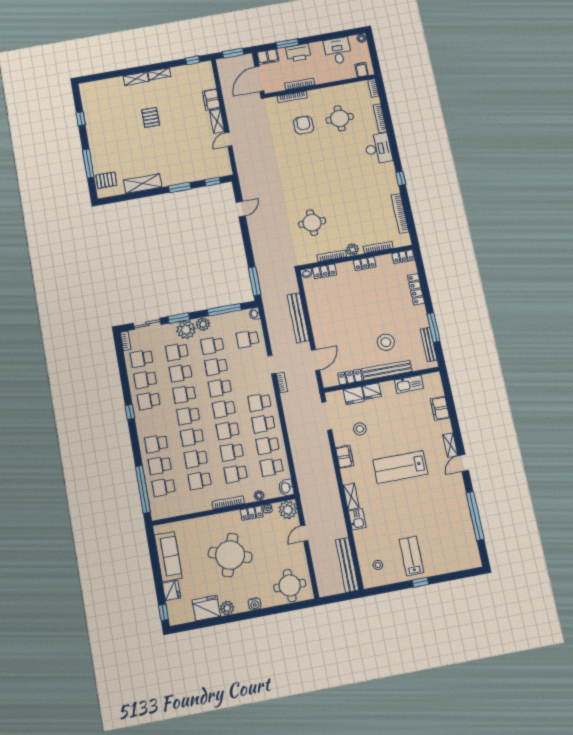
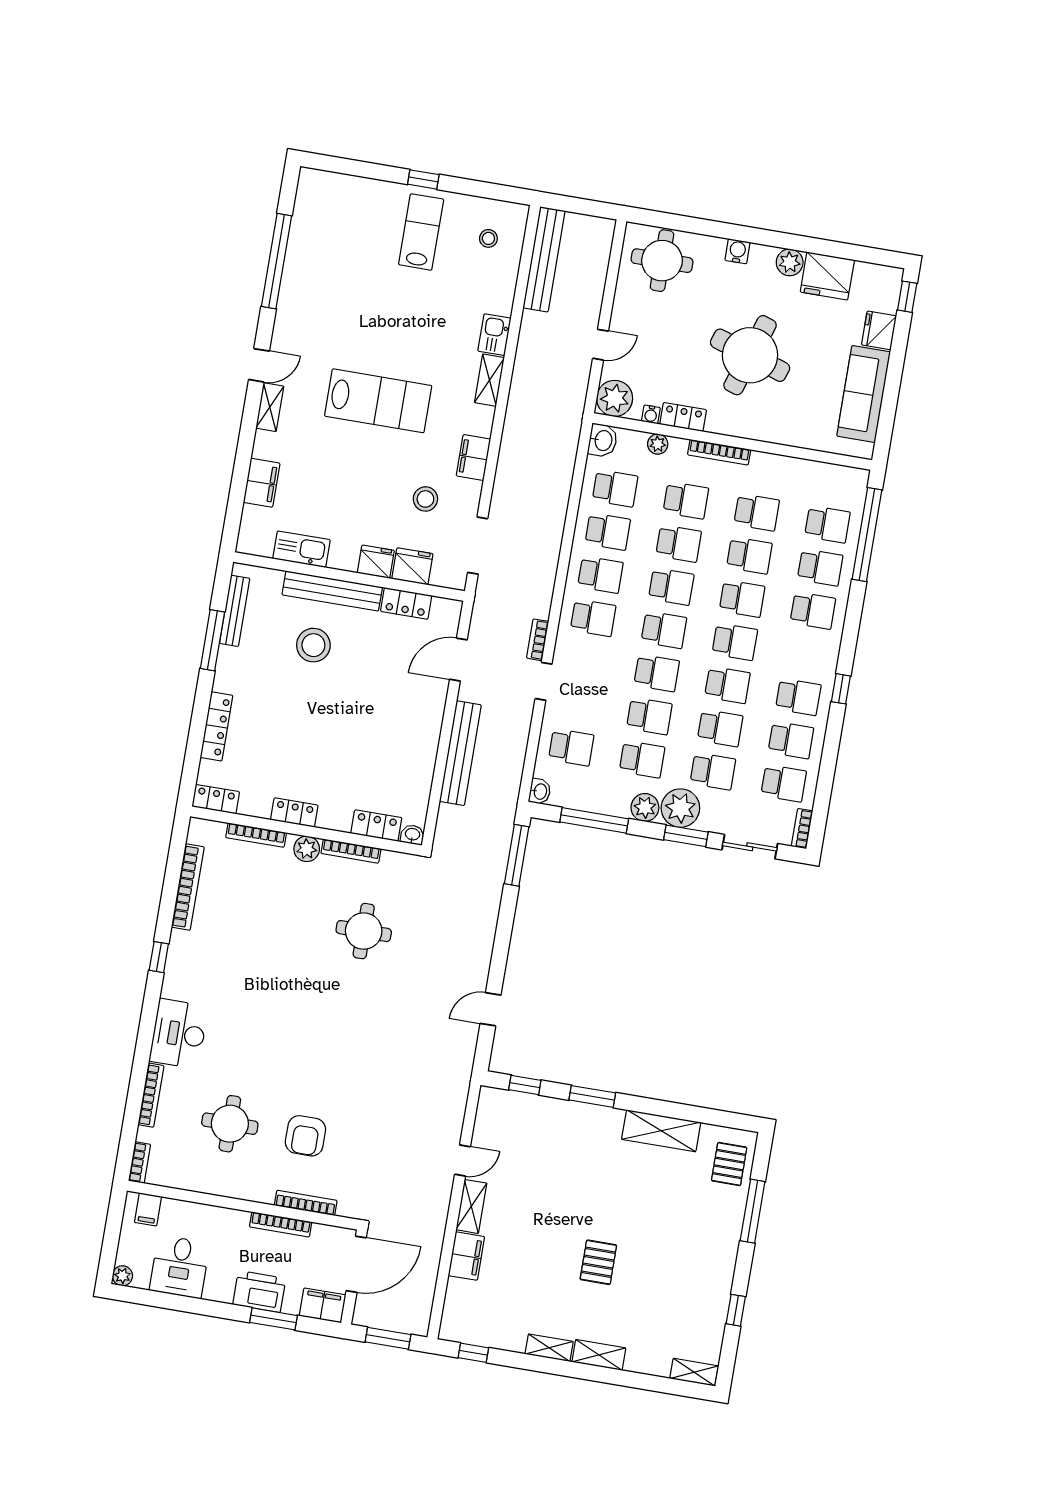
shelving: (90, 86) -> (694, 1372), added
pallet: (106, 180) -> (729, 1164), turned 90
lab bench: (412, 556) -> (421, 232), turned 180

